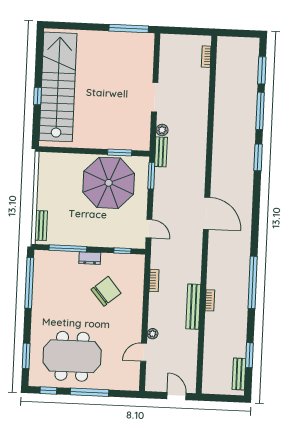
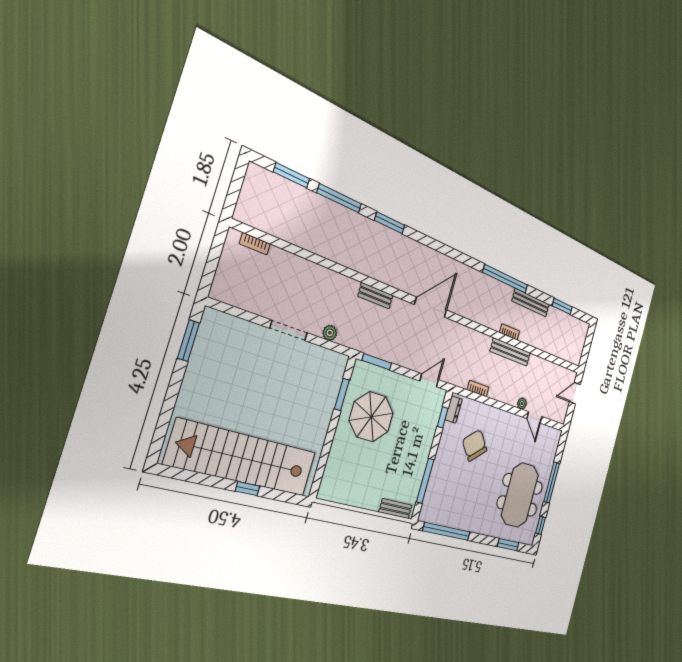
window: (129, 28) -> (188, 341), width x0.69
bench: (161, 152) -> (375, 296), moved
parasol: (109, 183) -> (371, 417), width x0.73, depth x0.73
dresser: (90, 258) -> (453, 410), moved
bench: (239, 374) -> (531, 303), moved, width x1.36

